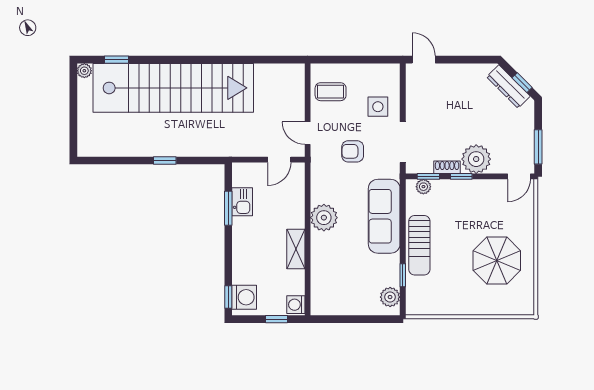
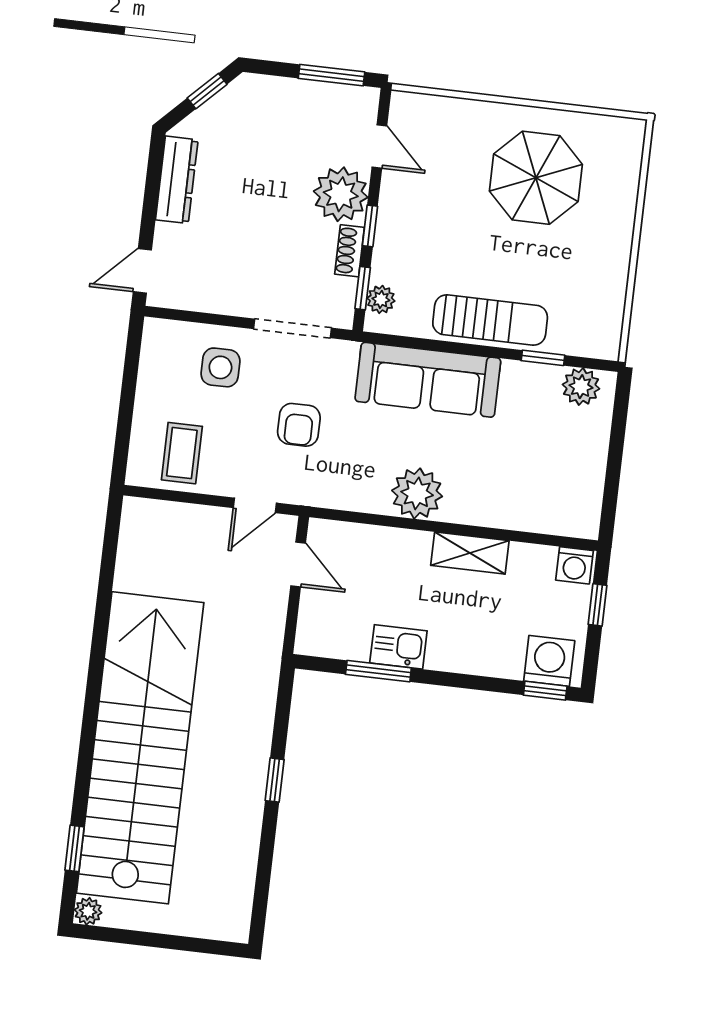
dresser: (508, 87) -> (177, 180), moved, turned -45
door: (519, 176) -> (379, 146), moved
kitchen sink: (242, 202) -> (398, 647), moved

